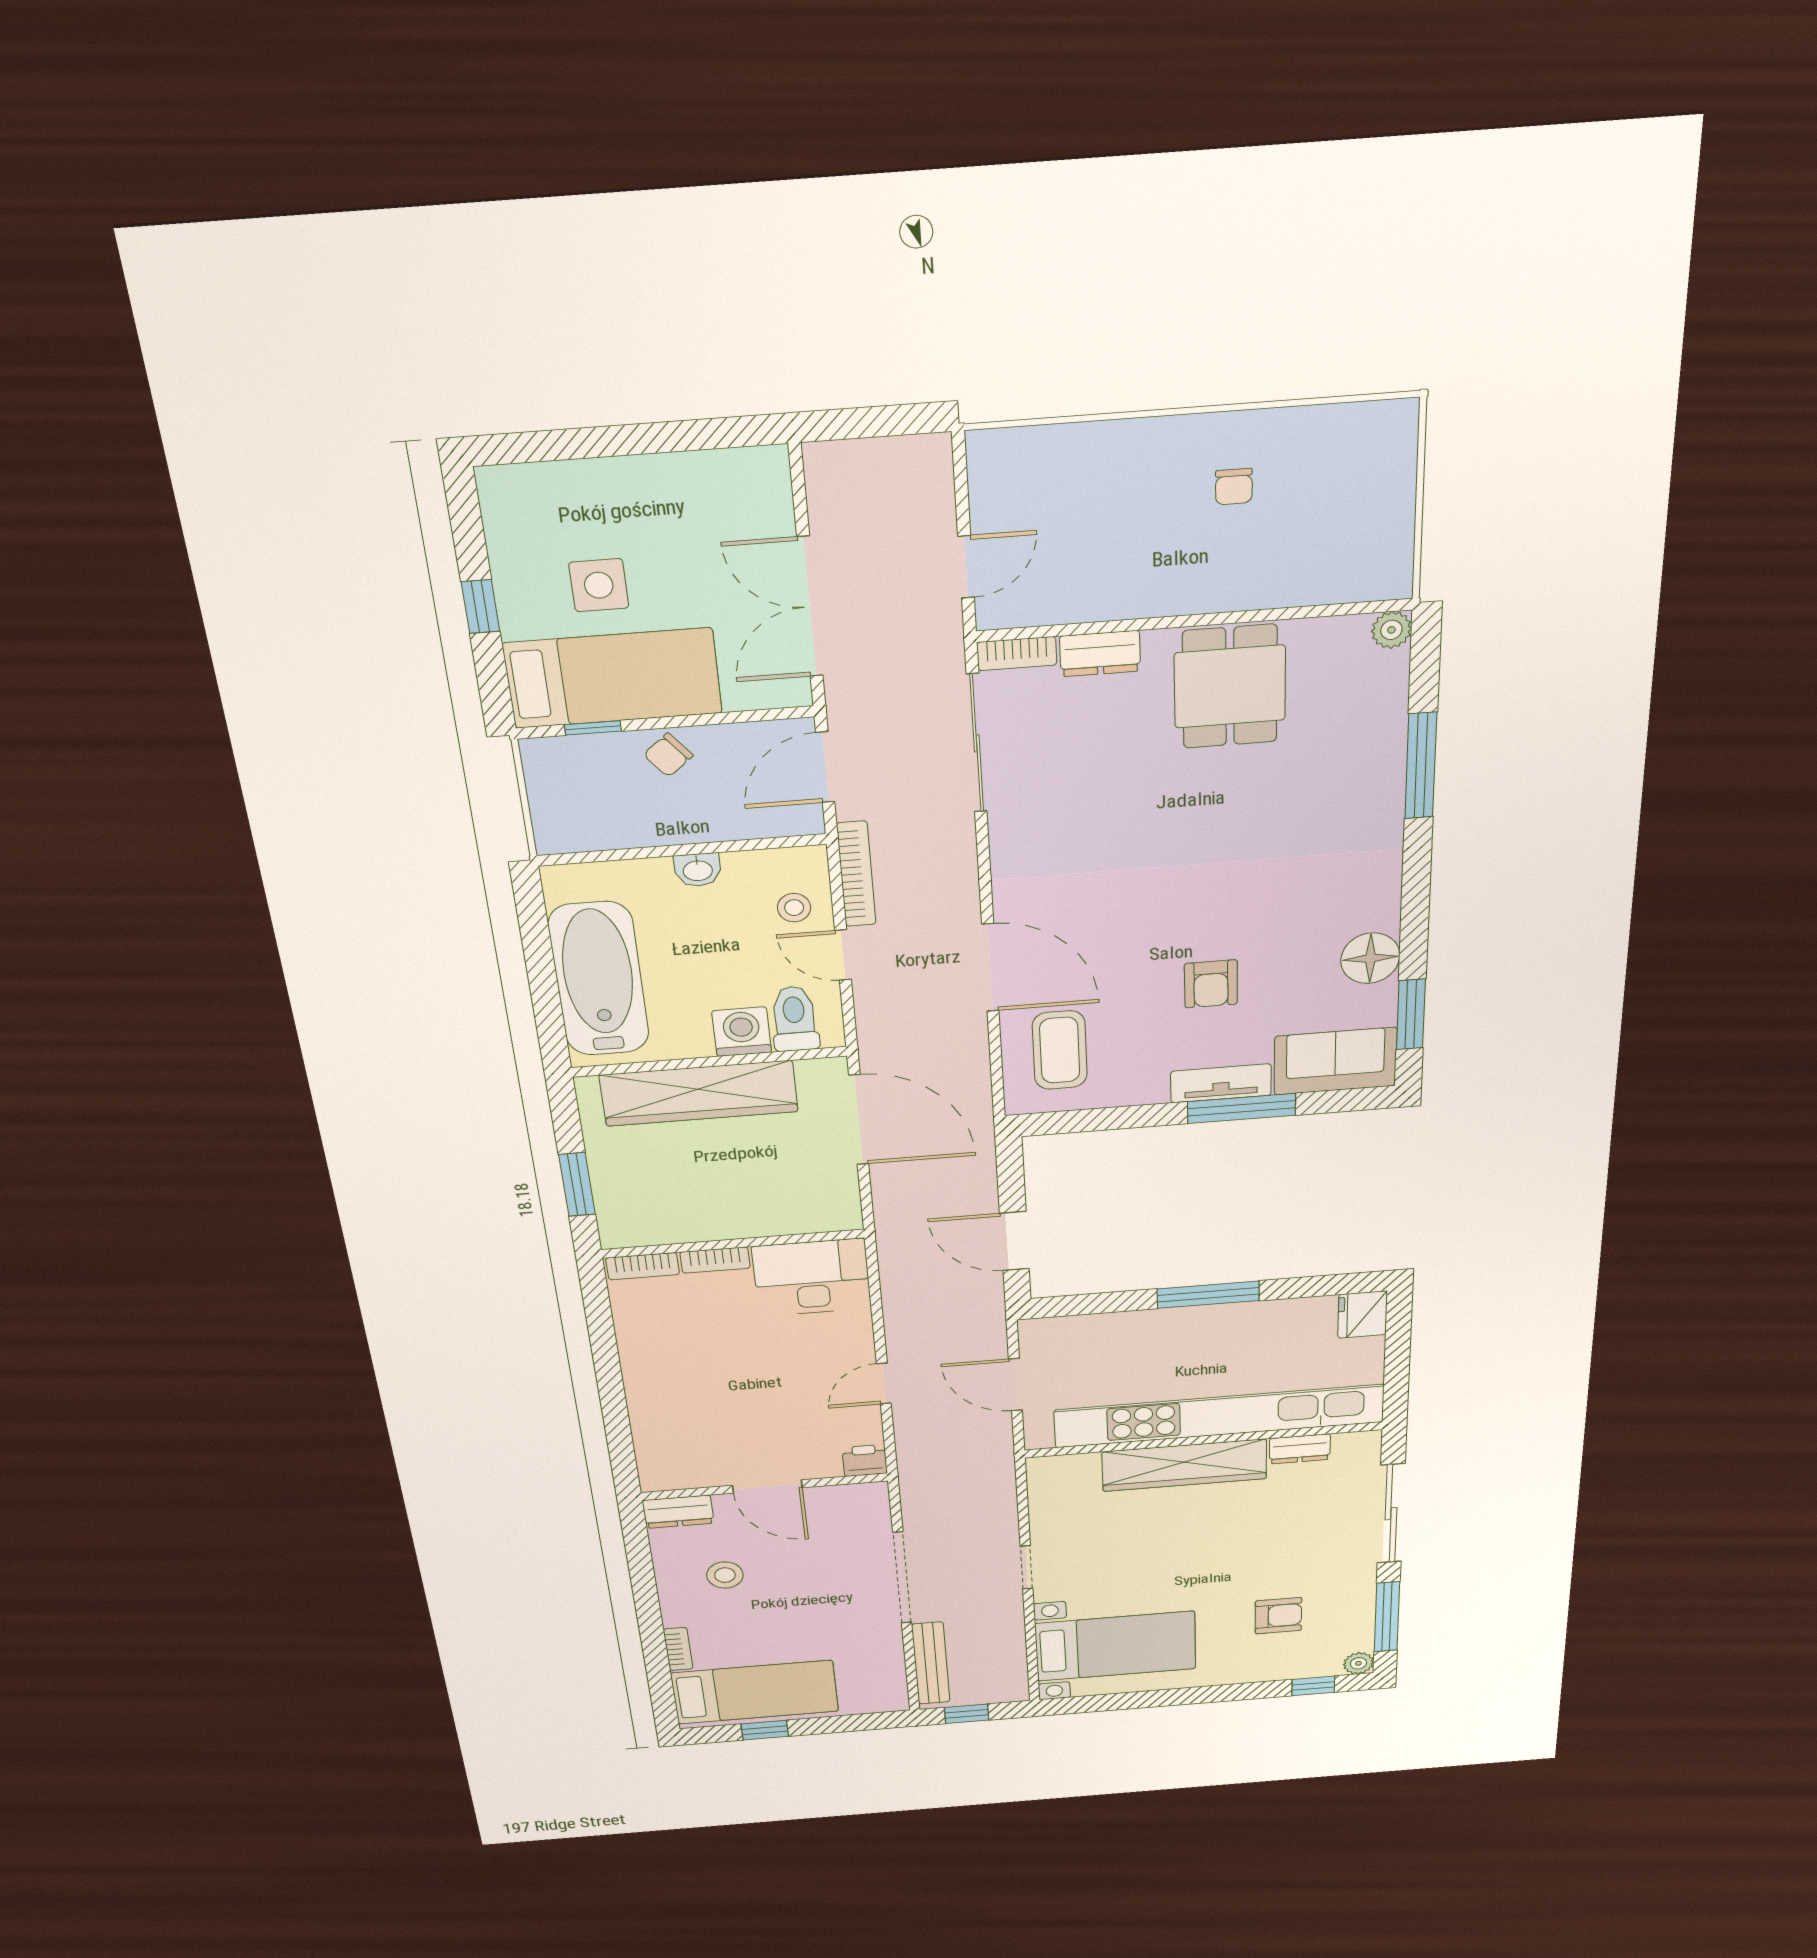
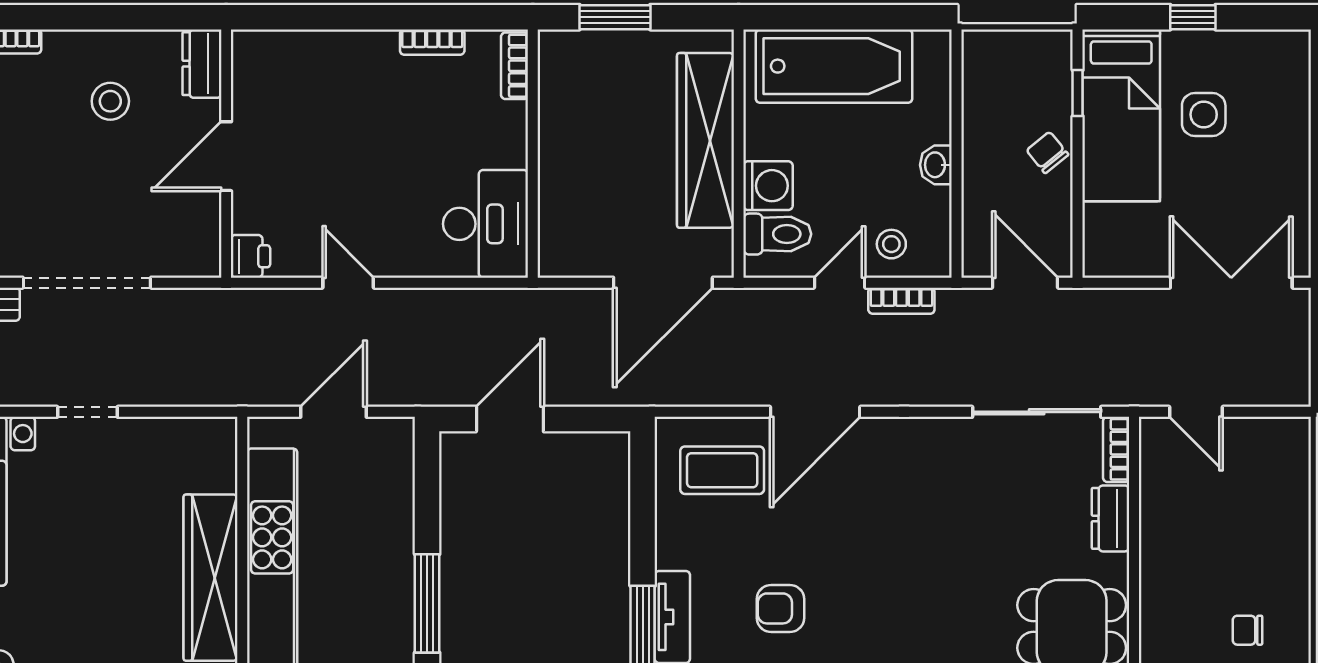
double door: (810, 607) -> (1231, 283), moved
bookcase: (856, 874) -> (901, 301), width x0.64
bookcase: (715, 1260) -> (432, 42), moved, turned -90

